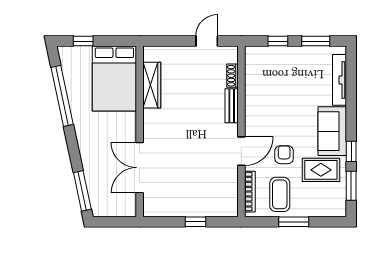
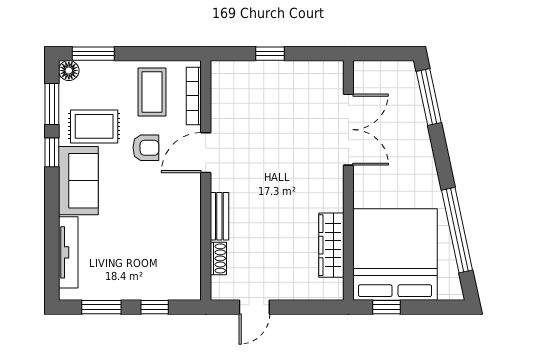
window: (83, 41) -> (386, 307), moved
bed: (114, 79) -> (395, 254), width x1.36
armchair: (284, 155) -> (146, 148), turned -90
floor lamp: (339, 210) -> (69, 71), added
window: (294, 222) -> (93, 54), moved

